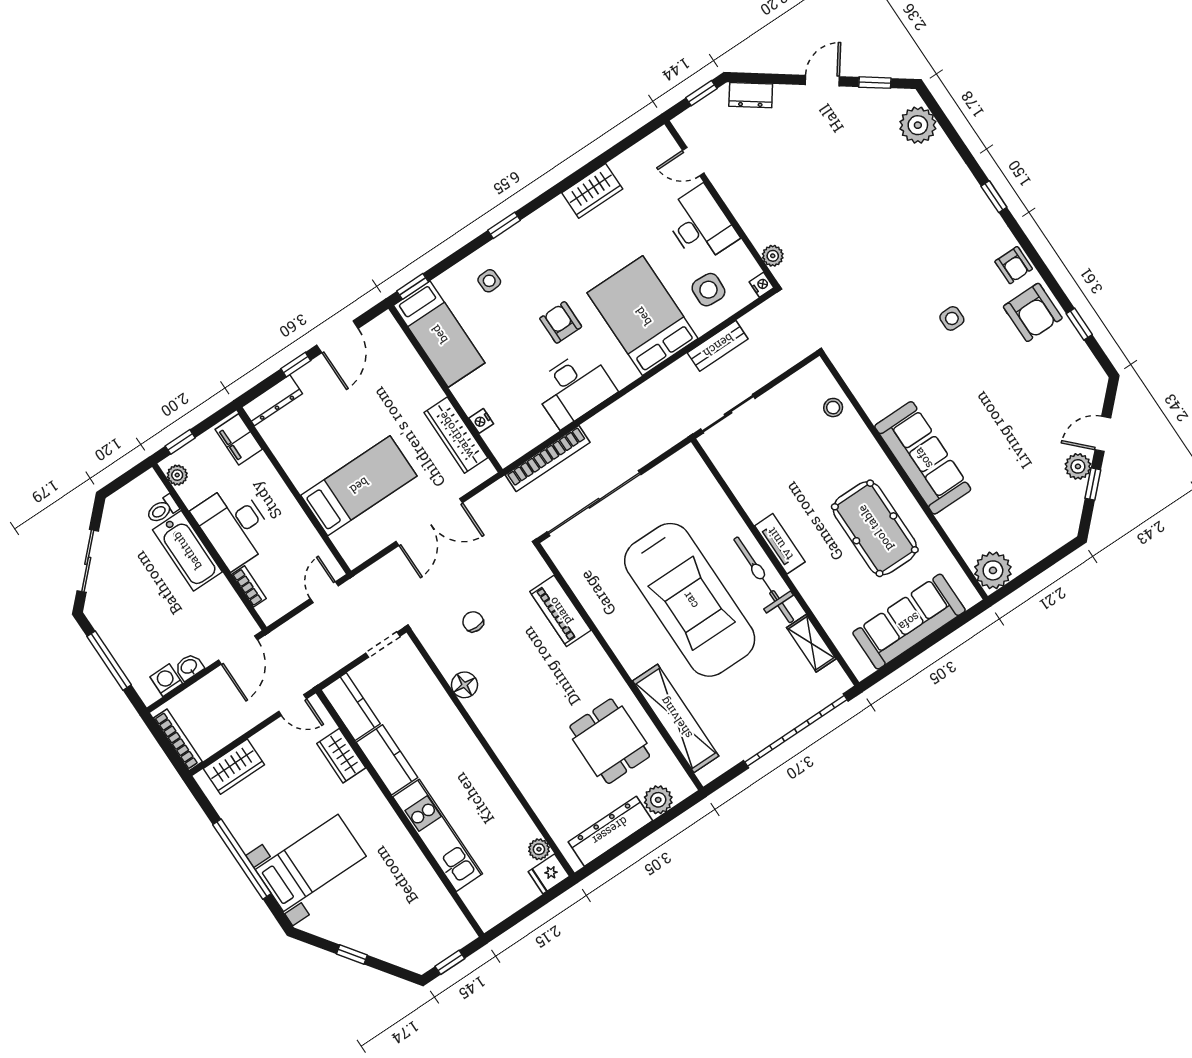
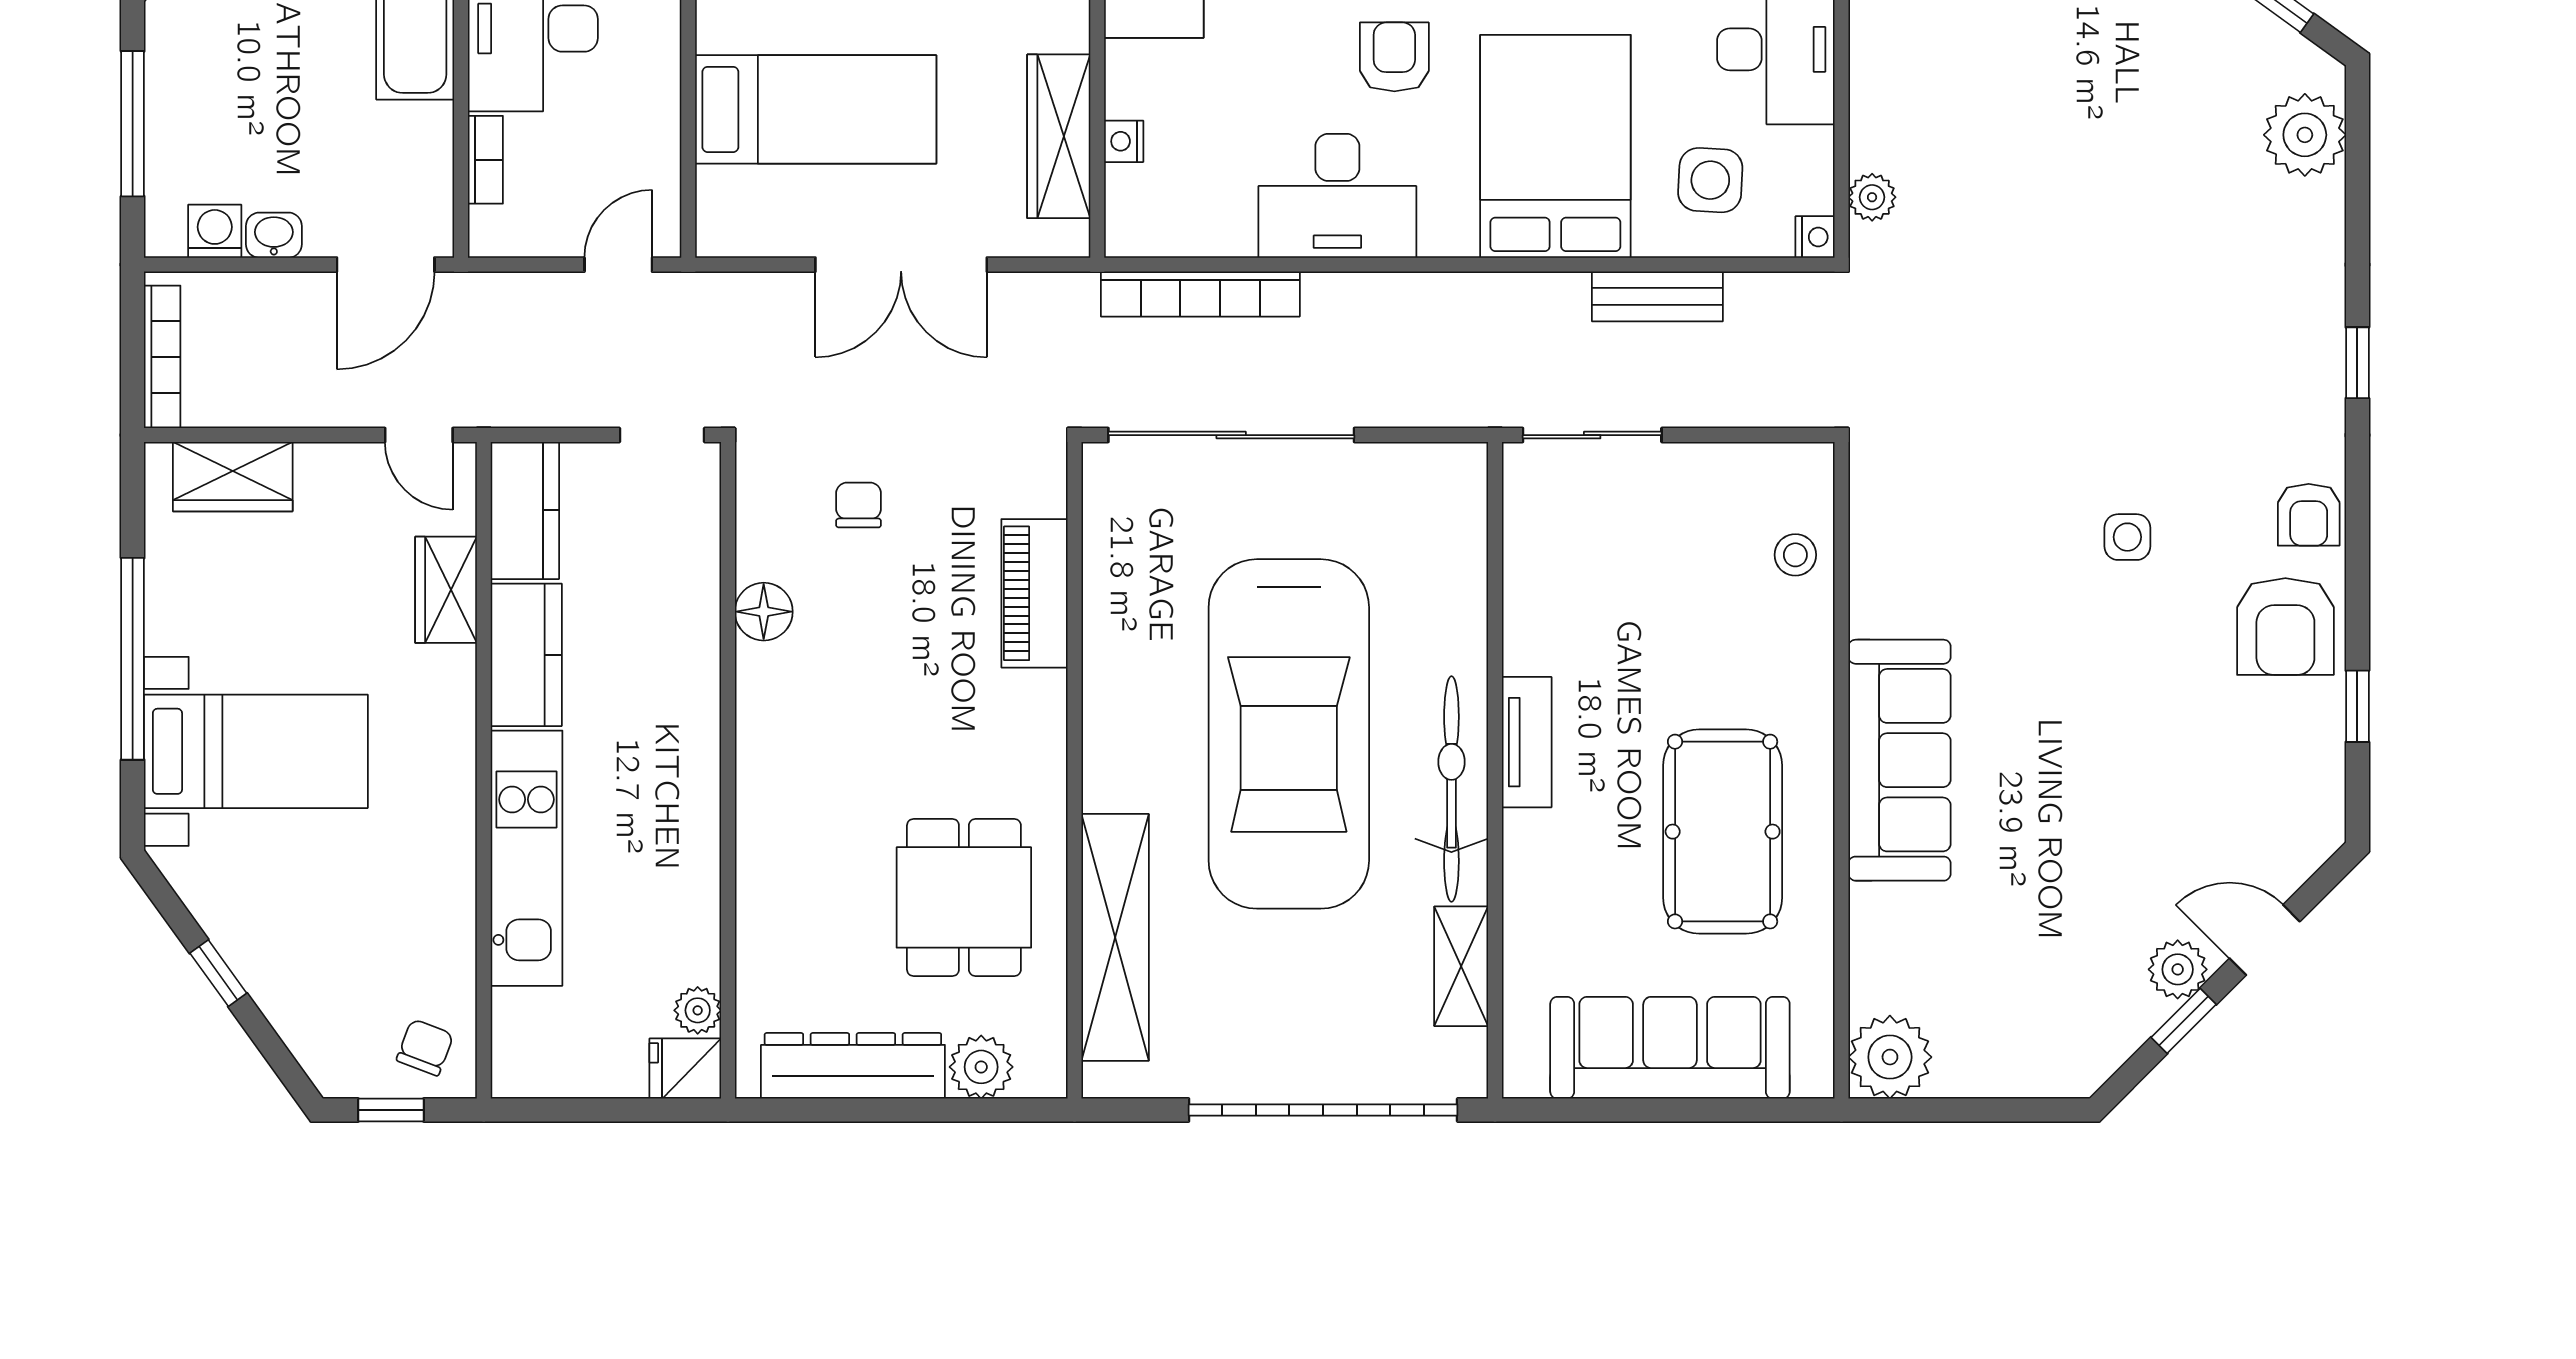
chair: (447, 931) -> (425, 1047), added

